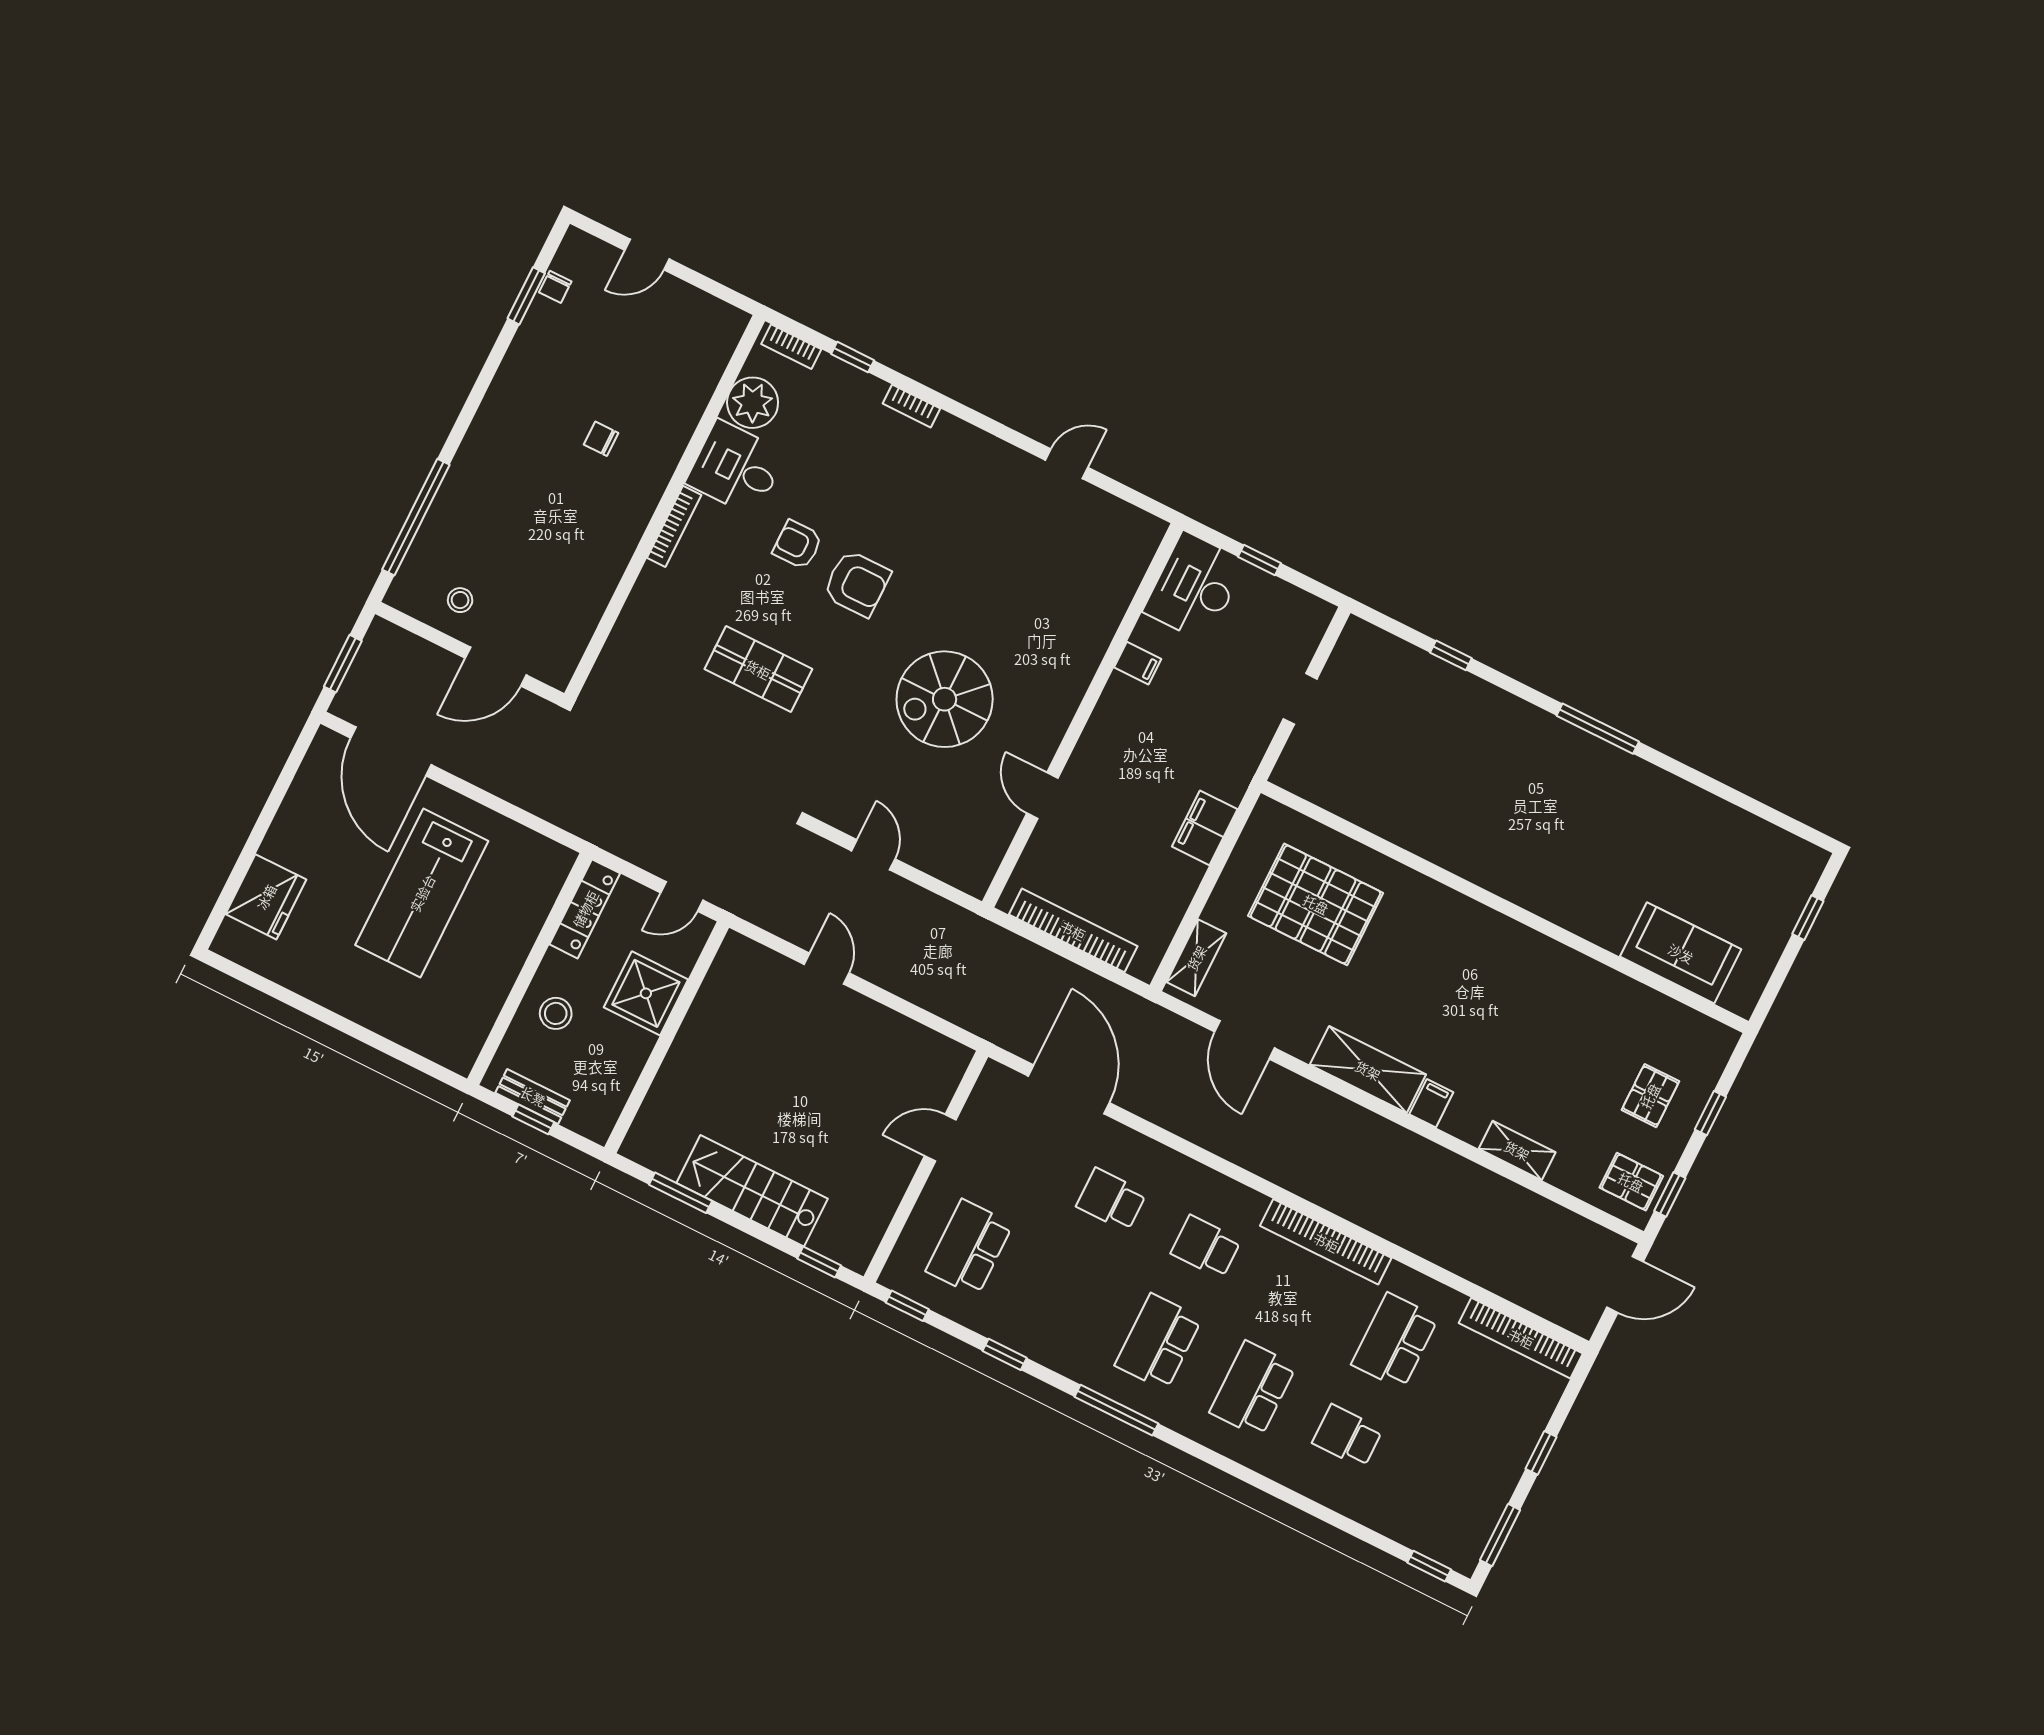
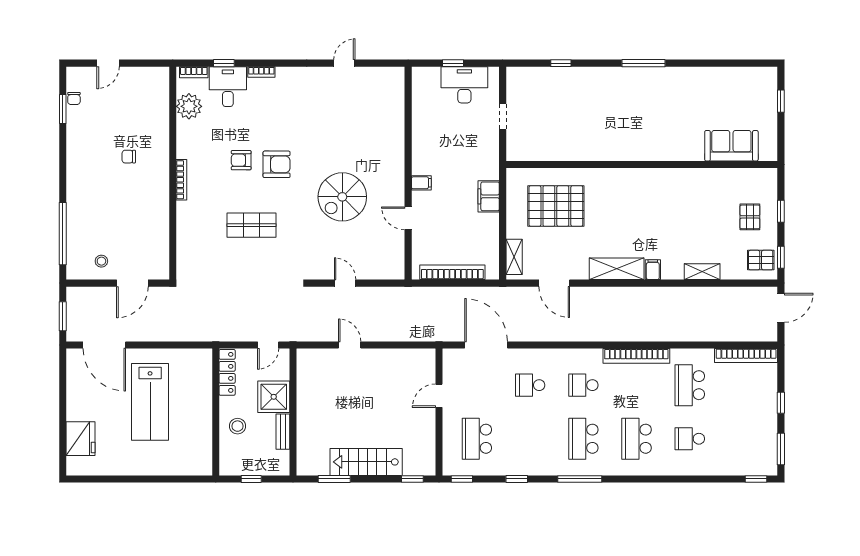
desk: (736, 468) -> (228, 87), moved, turned 90
desk: (1195, 587) -> (464, 85), moved, turned 90
filing cabinet: (1138, 663) -> (421, 183), moved
bench: (533, 1096) -> (283, 432), moved, turned 90

